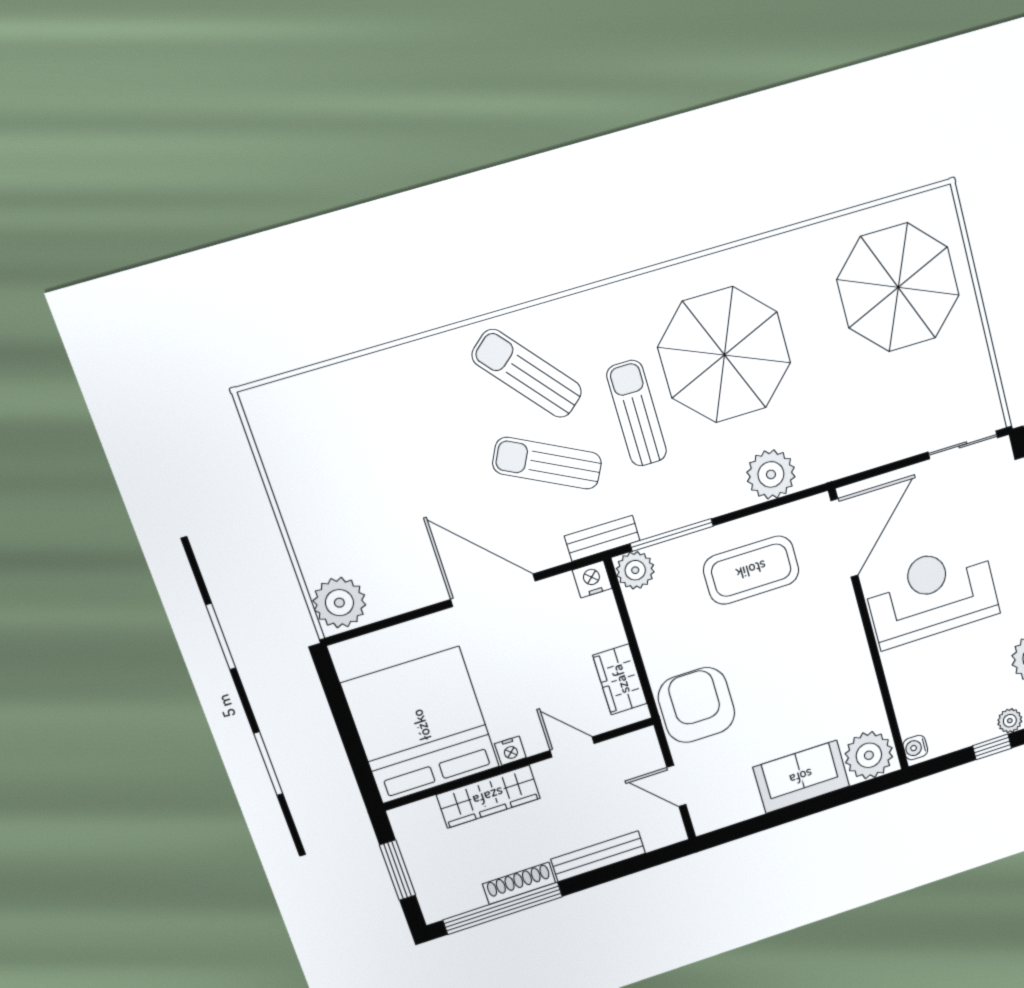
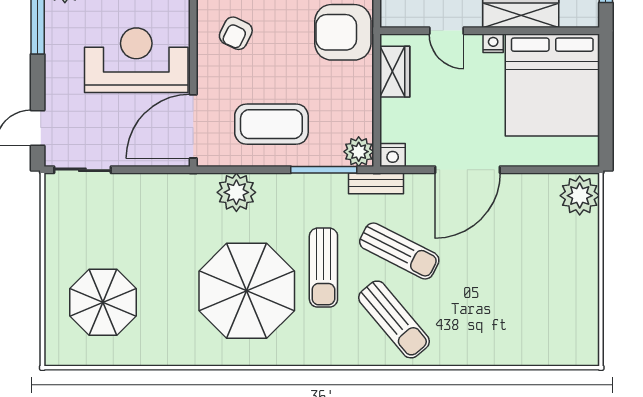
parasol: (898, 287) -> (103, 302), width x0.73, depth x0.73
door: (493, 590) -> (467, 170), hinge flipped
reception desk: (932, 595) -> (136, 60), turned 180
armchair: (823, 663) -> (236, 33), added
armchair: (696, 705) -> (343, 32), turned 90

